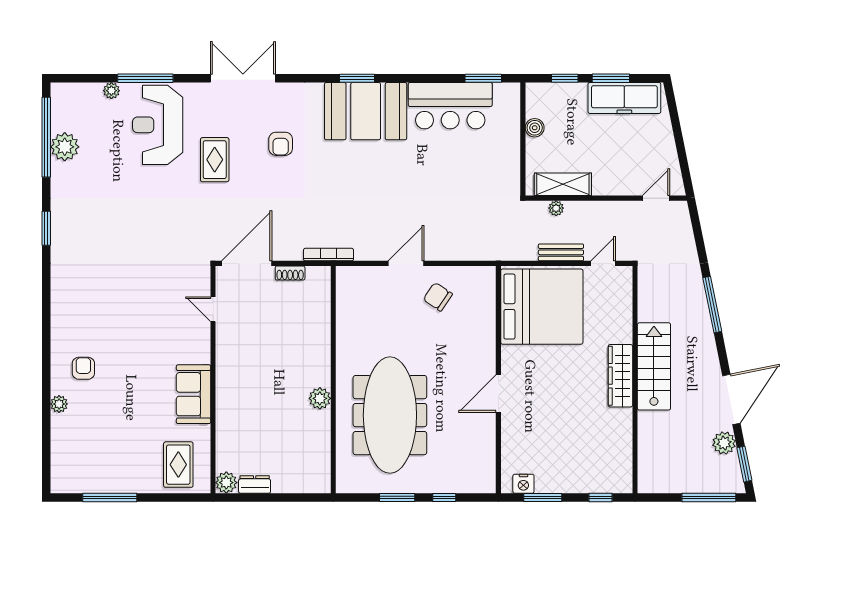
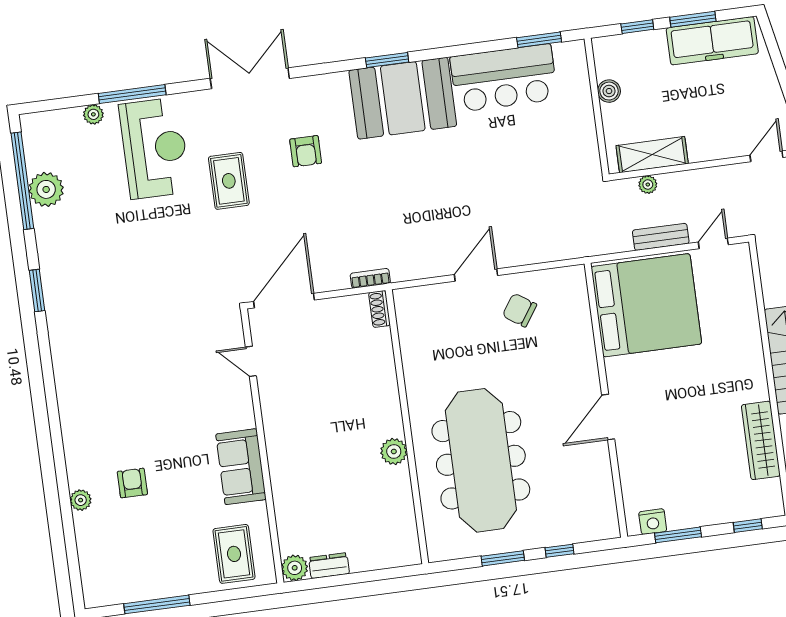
reception desk: (158, 125) -> (155, 148), turned 180
bookcase: (329, 255) -> (370, 278), width x0.64
shoe rack: (290, 273) -> (380, 309), moved, turned 90
armchair: (83, 368) -> (132, 483), moved
wardrobe: (620, 376) -> (761, 440), moved

